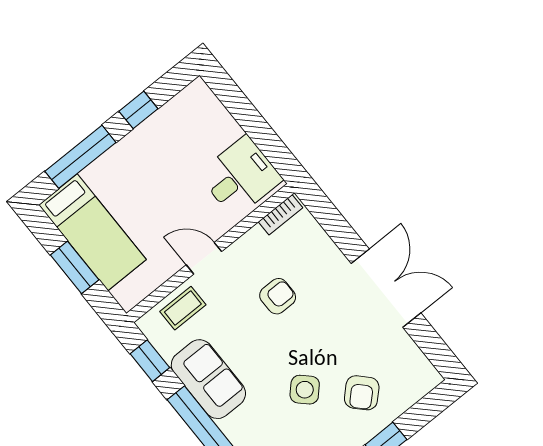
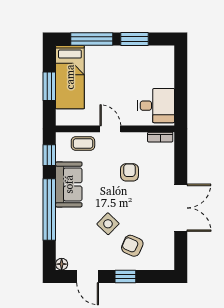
window: (138, 110) -> (135, 39), width x1.50
armchair: (278, 296) -> (130, 172), turned -90
armchair: (362, 393) -> (132, 246), turned 68

